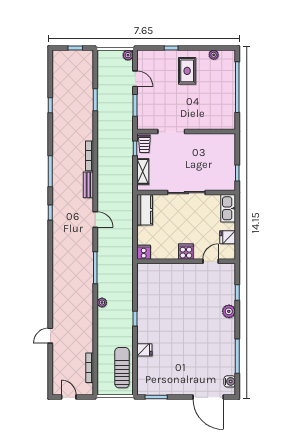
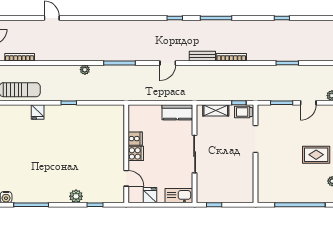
cooker: (144, 252) -> (135, 139), moved

